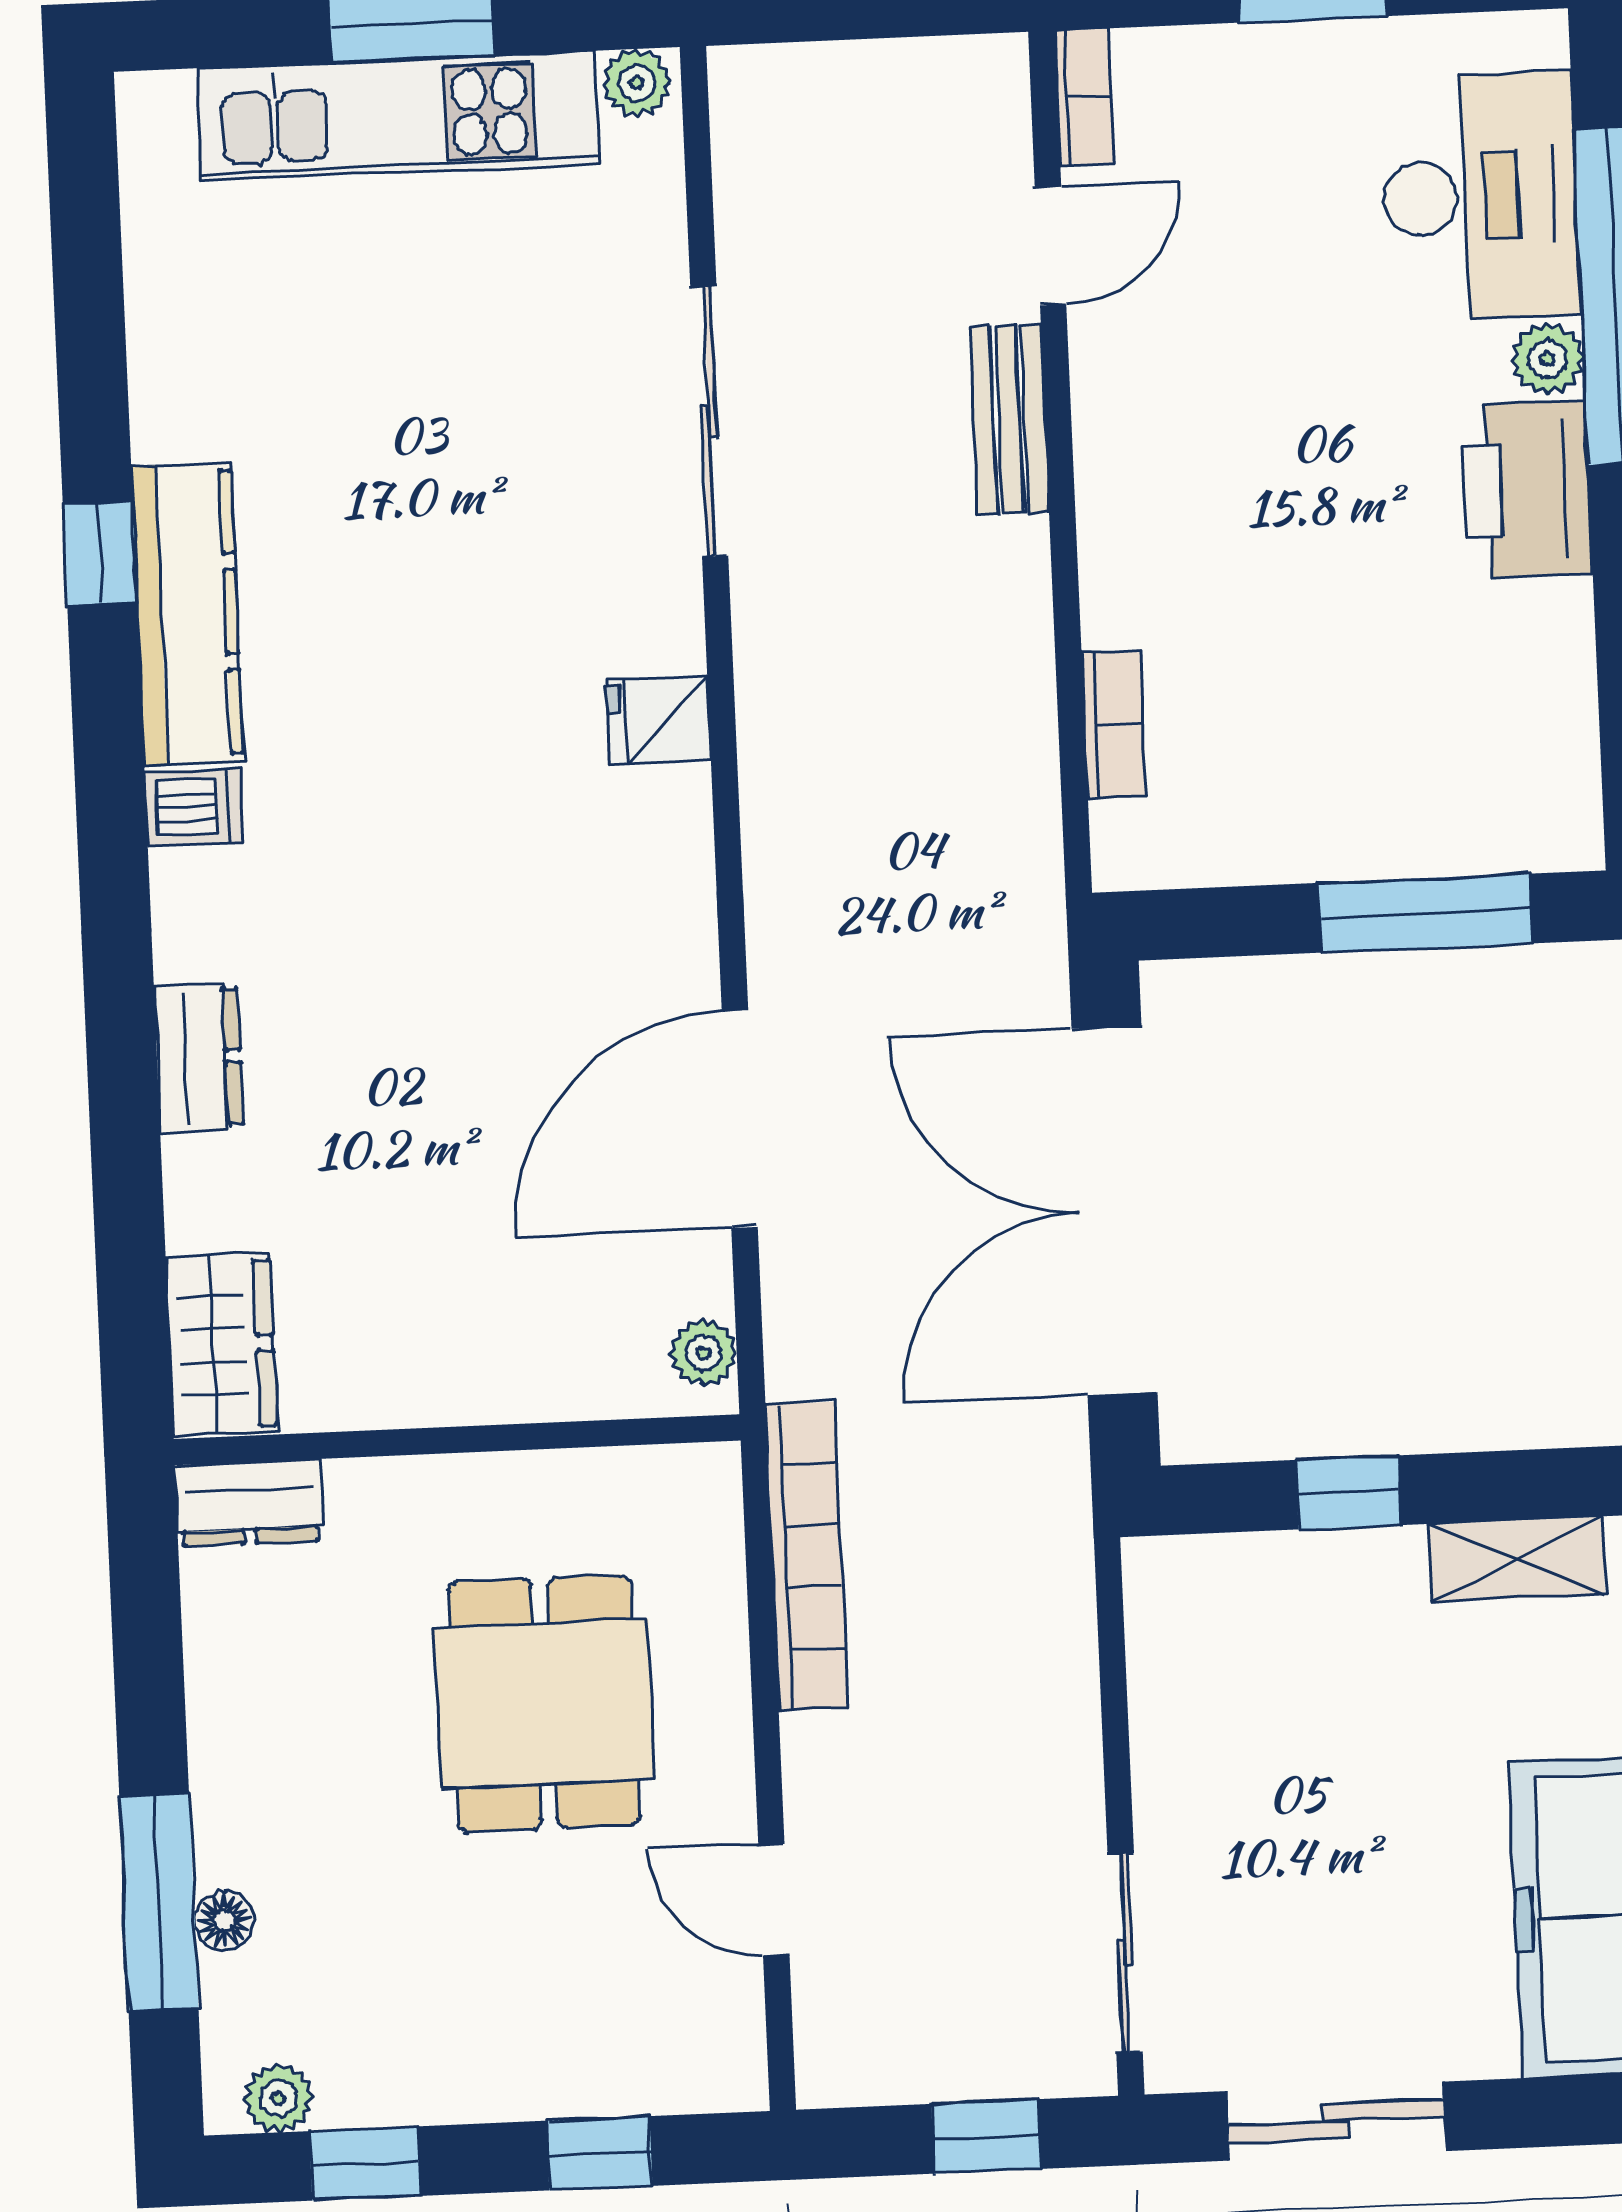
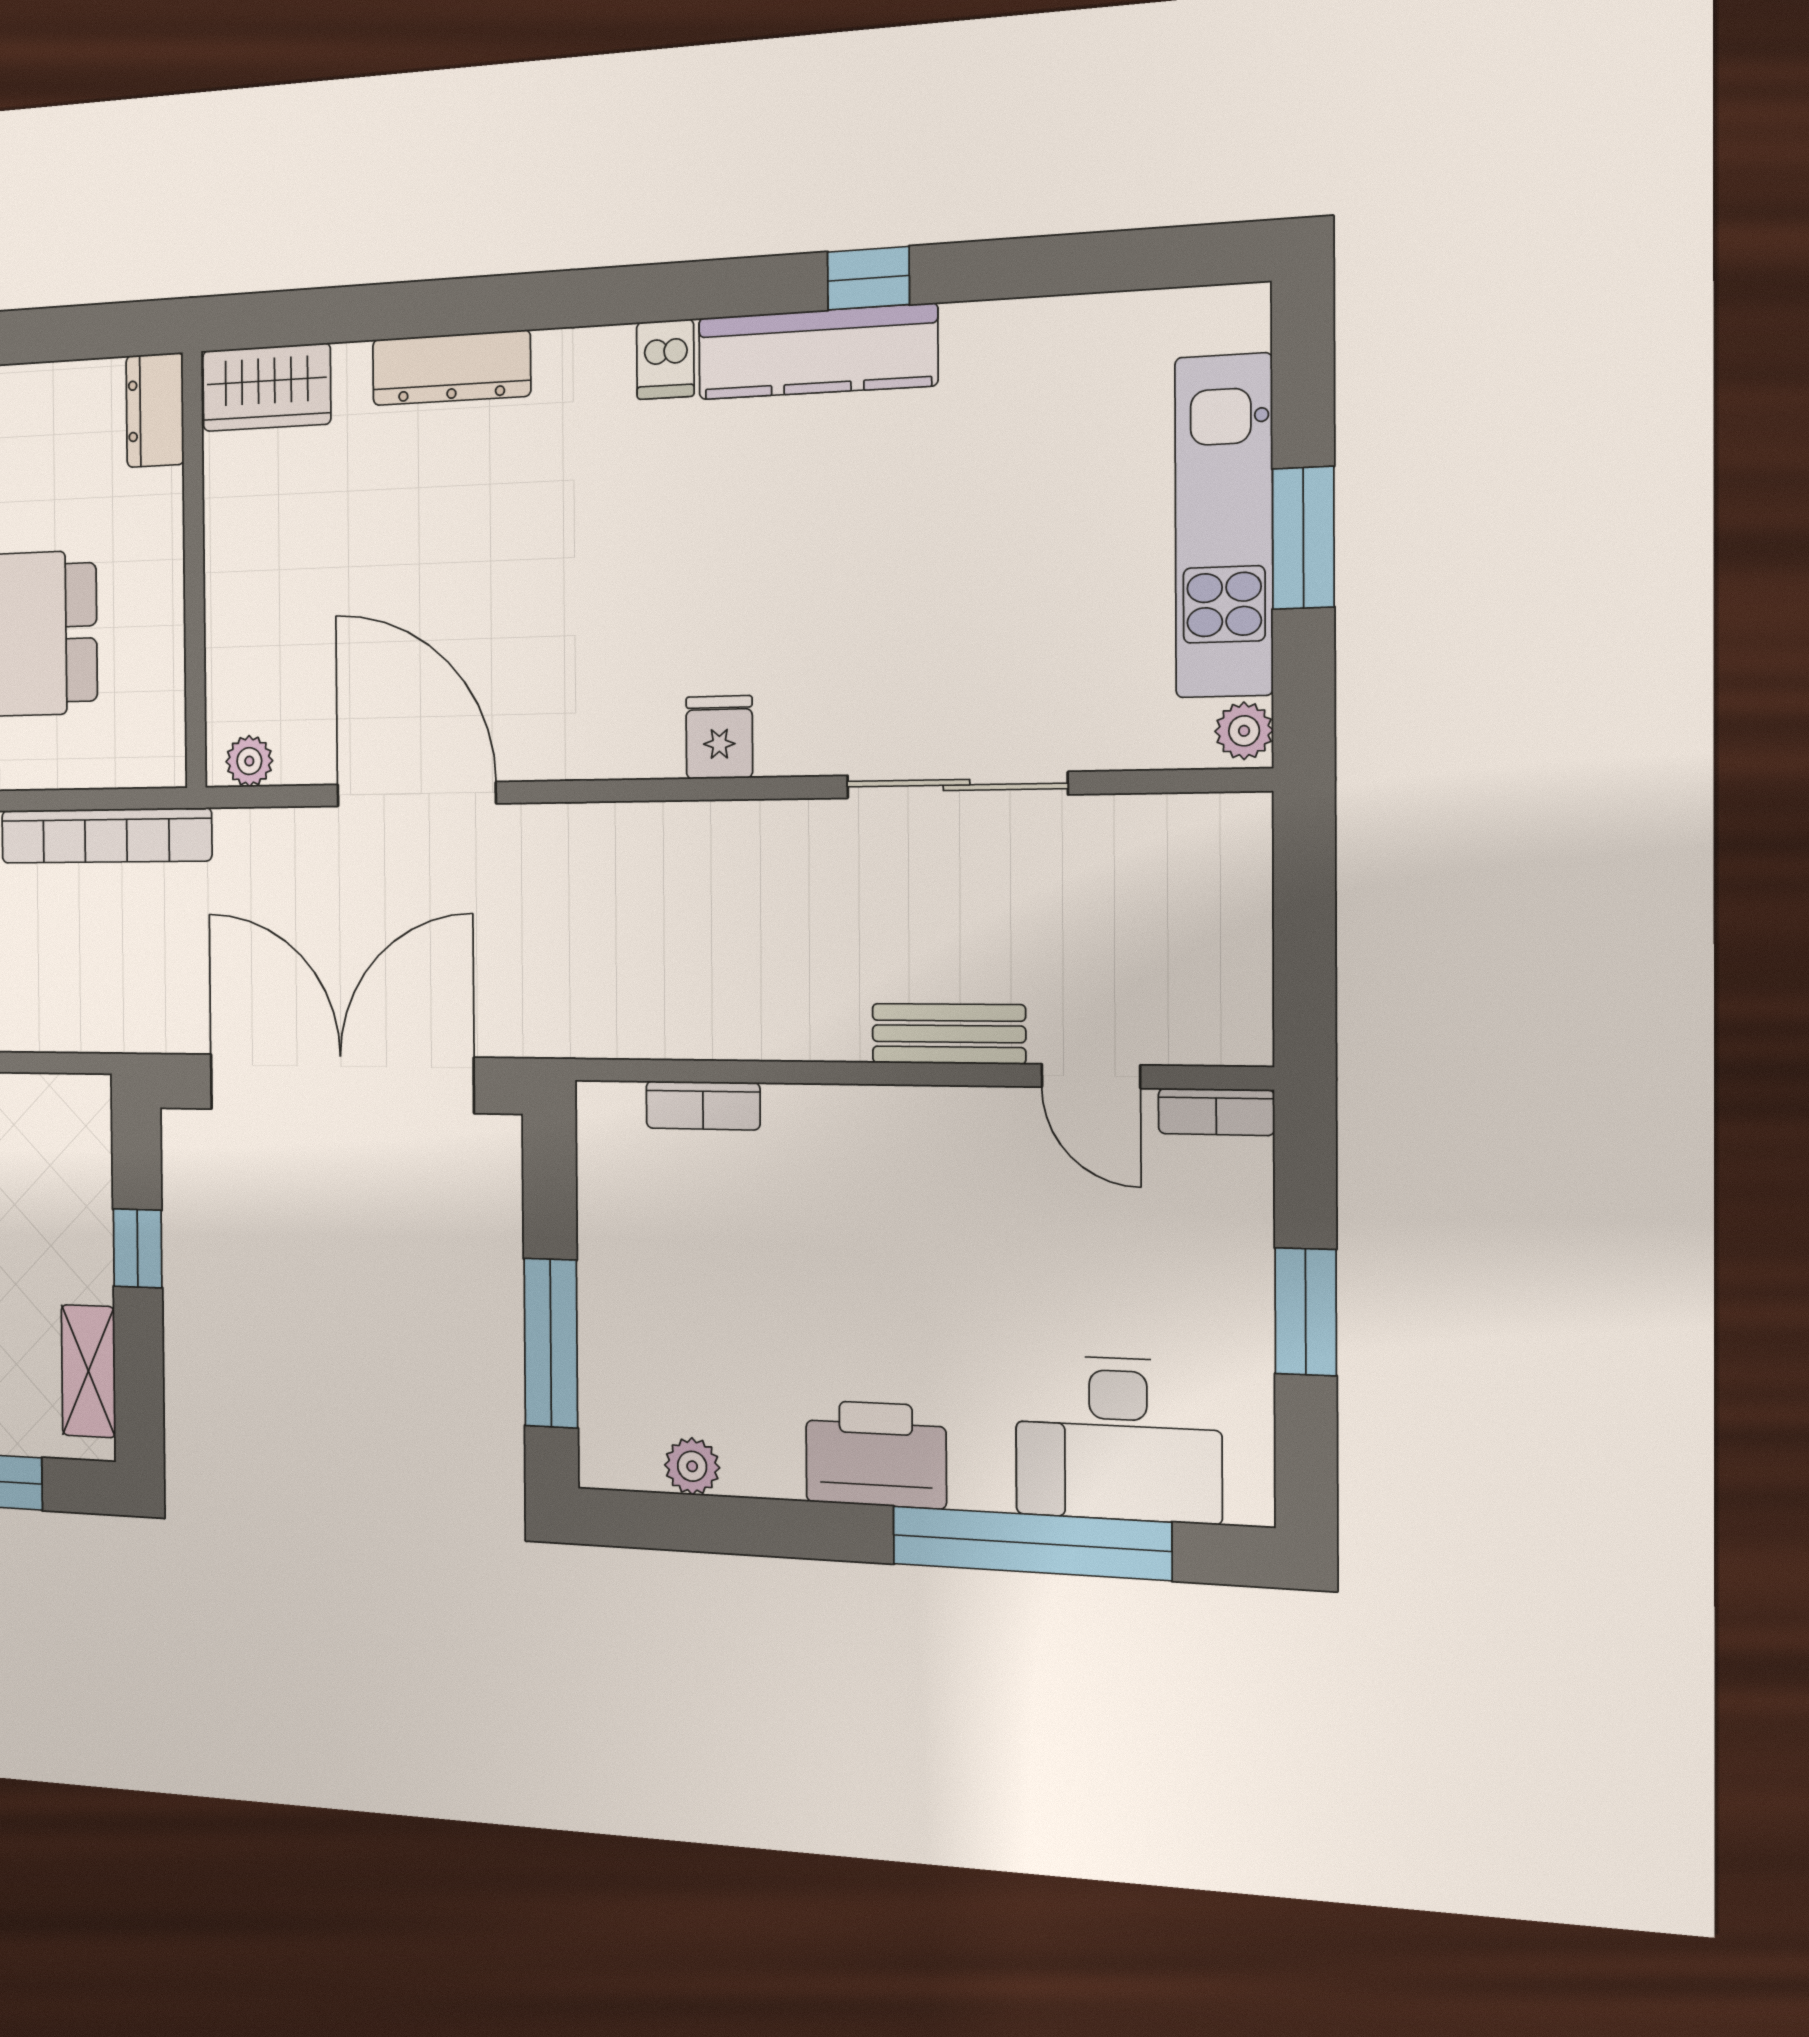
plant: (1548, 359) -> (692, 1466), moved
dresser: (199, 1058) -> (451, 368), width x1.44

